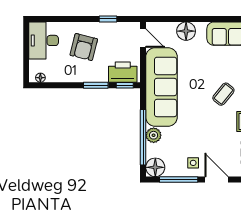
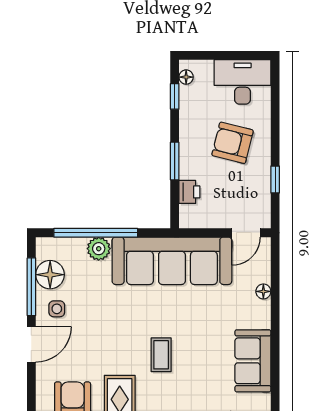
floor lamp: (186, 31) -> (263, 291), width x0.53, depth x0.53
printer: (123, 72) -> (189, 192), width x0.53, depth x0.68
window: (125, 85) -> (175, 96), moved
coffee table: (223, 94) -> (161, 355), turned 51
floor lamp: (155, 167) -> (50, 275), moved

